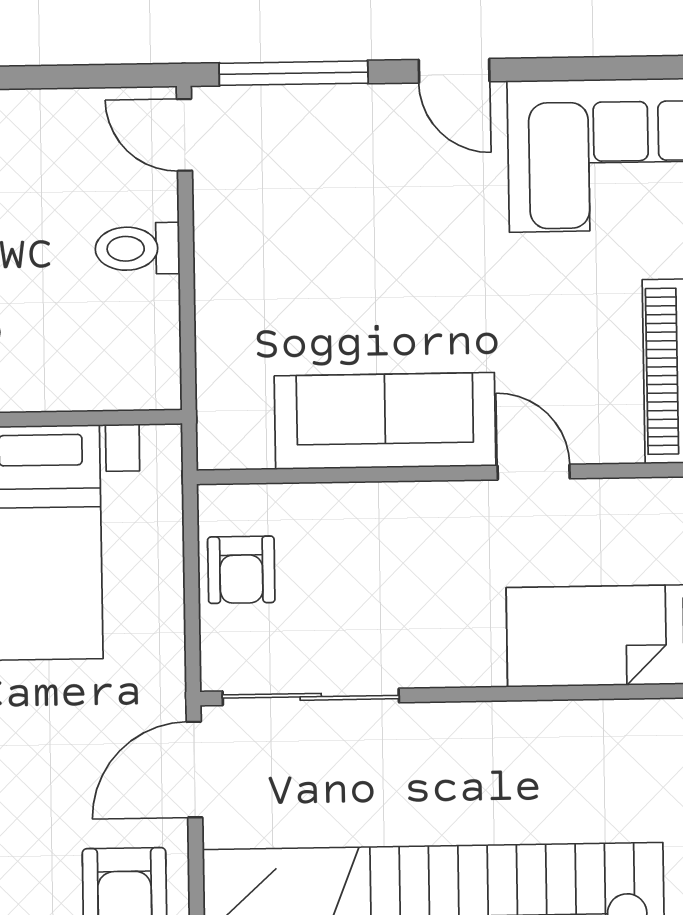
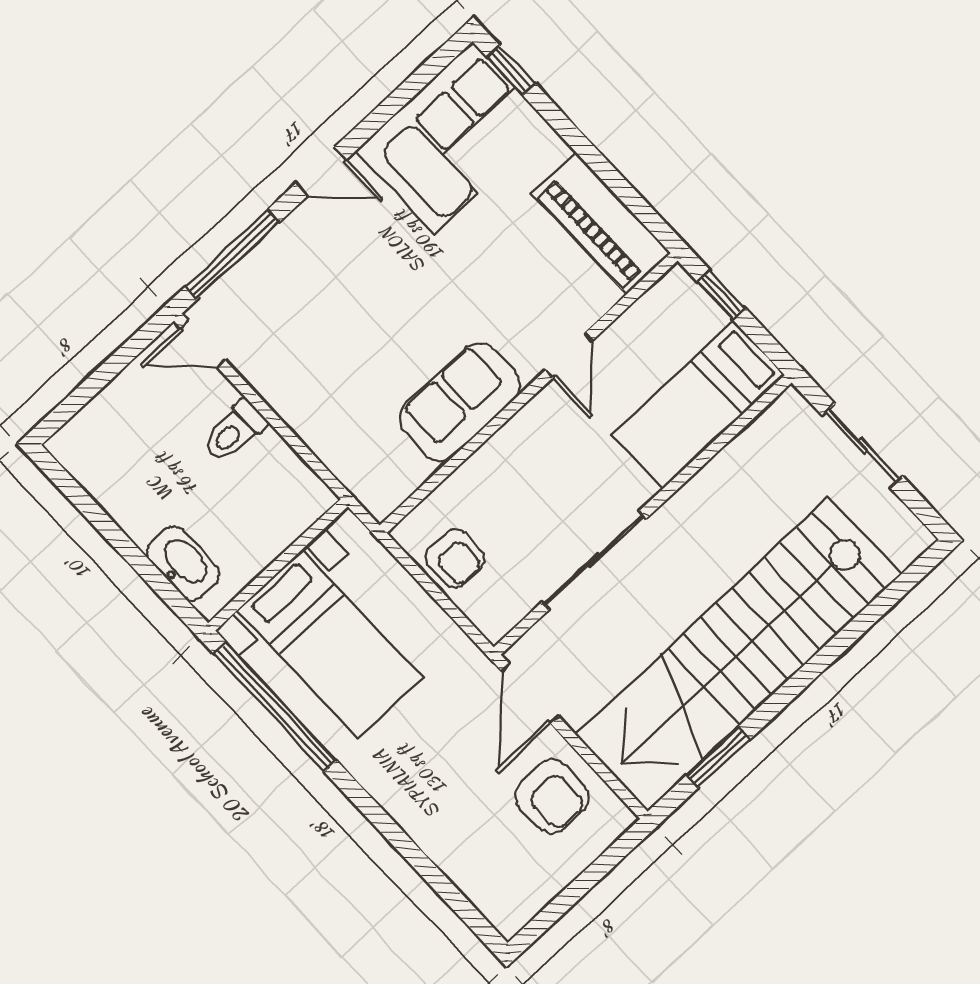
sofa: (385, 421) -> (460, 402), width x0.73
door: (534, 472) -> (569, 356), swing flipped
sliding door: (311, 697) -> (594, 560), moved

